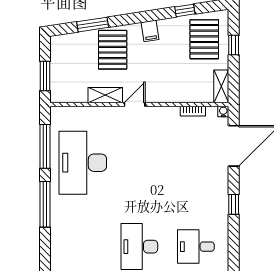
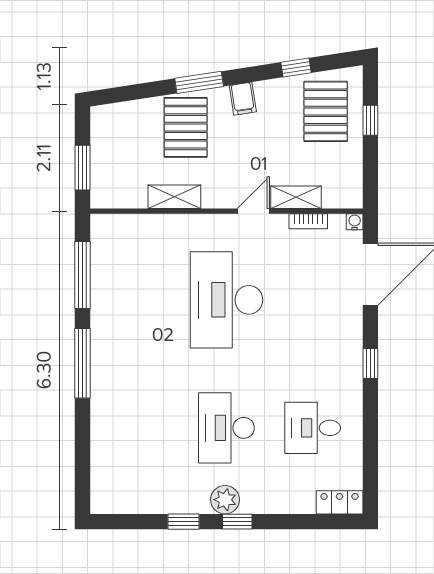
window: (93, 25) -> (199, 82), moved
shelving: (221, 86) -> (296, 197), moved, turned 90
door: (135, 105) -> (253, 211), moved
desk: (83, 163) -> (226, 300), moved

